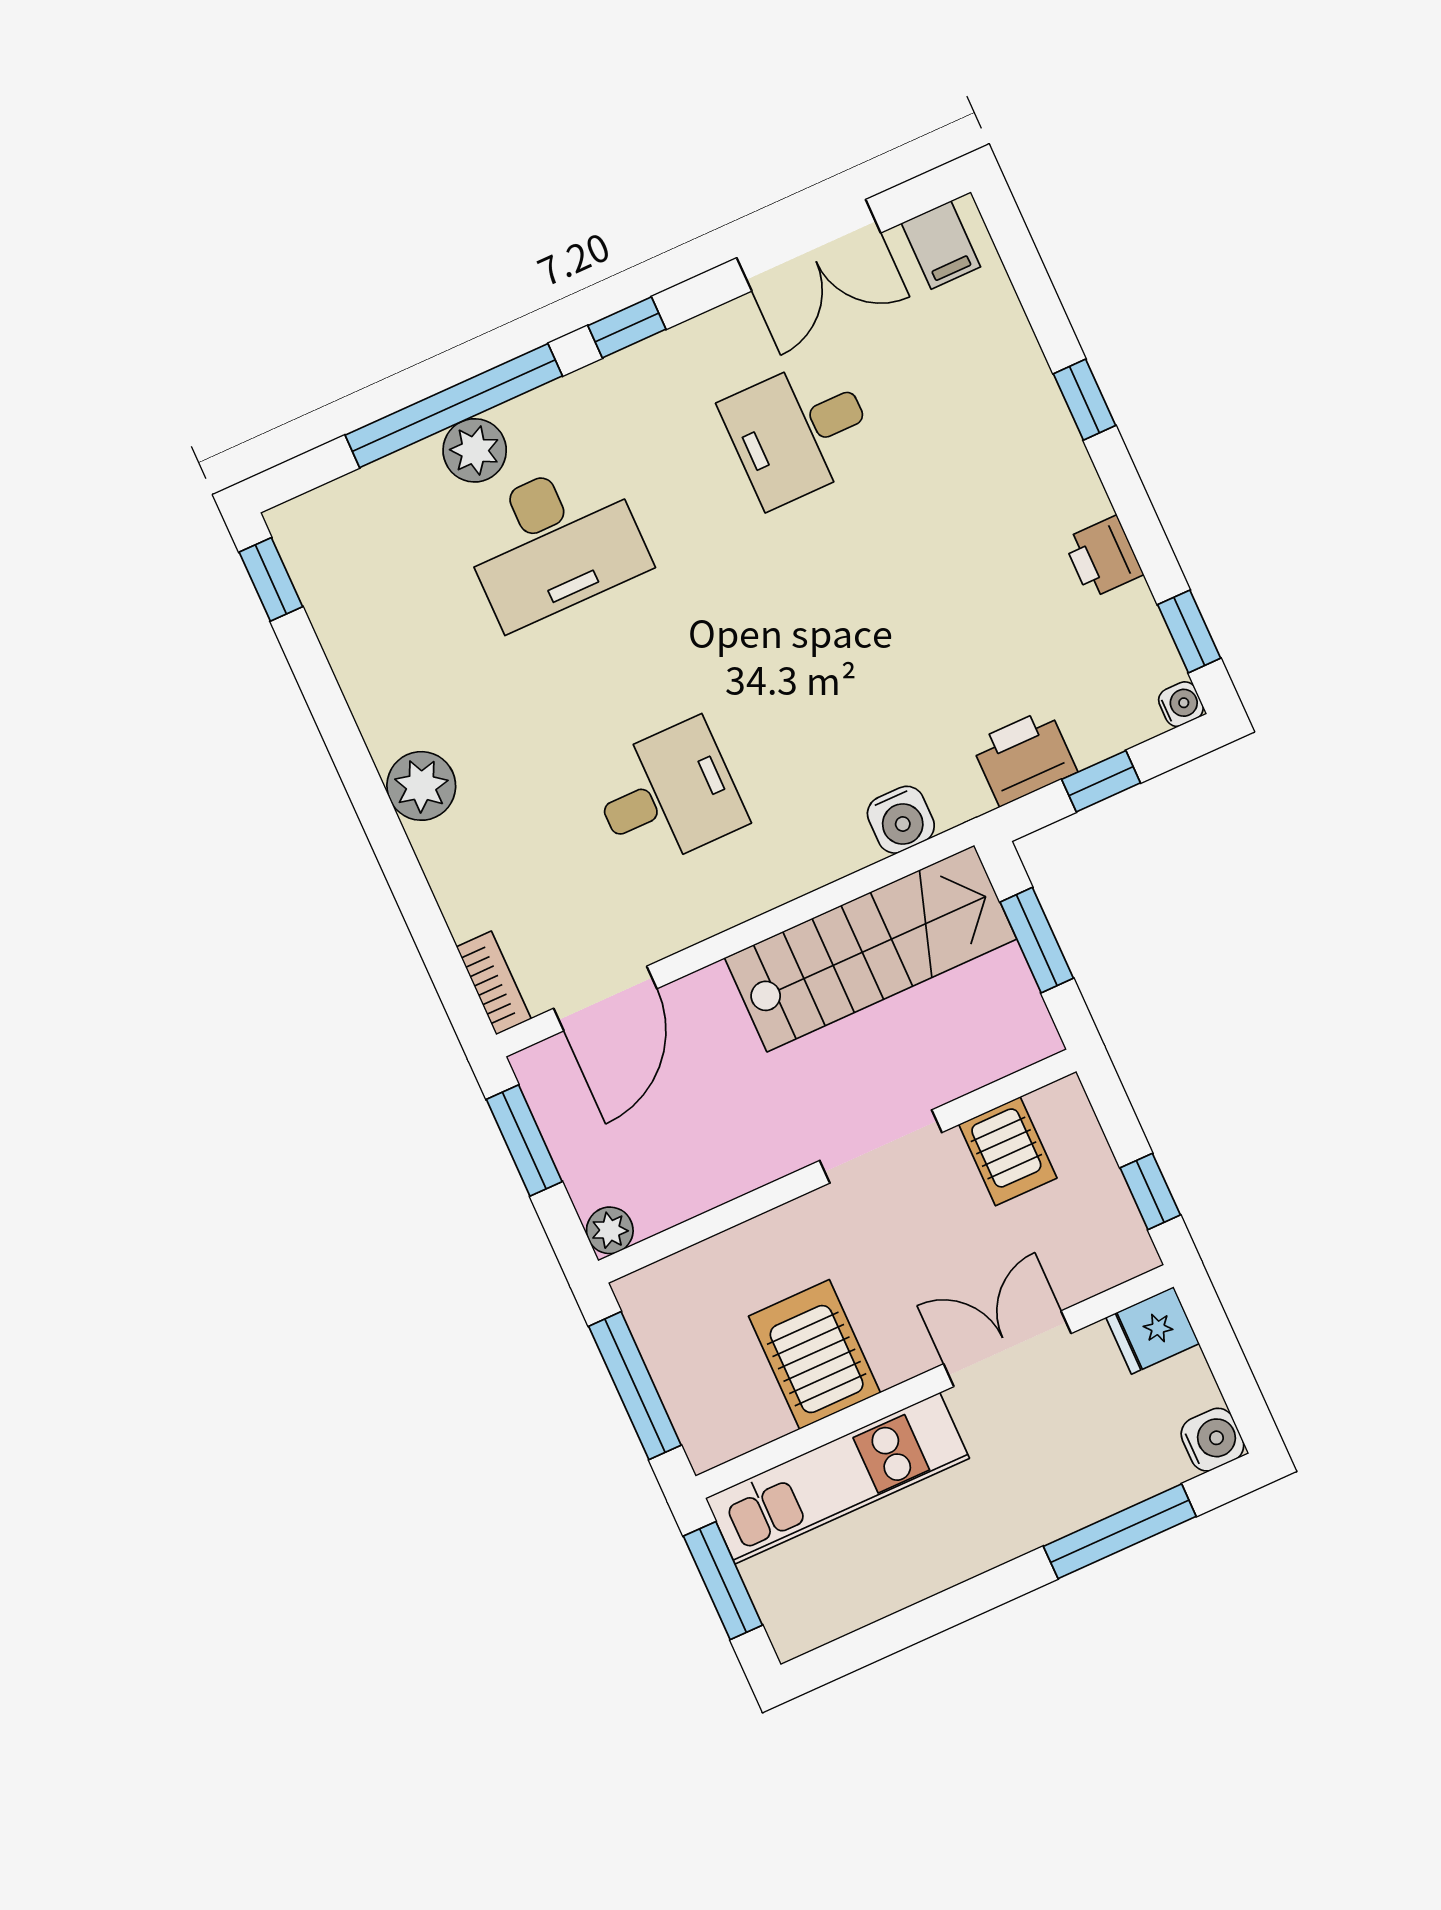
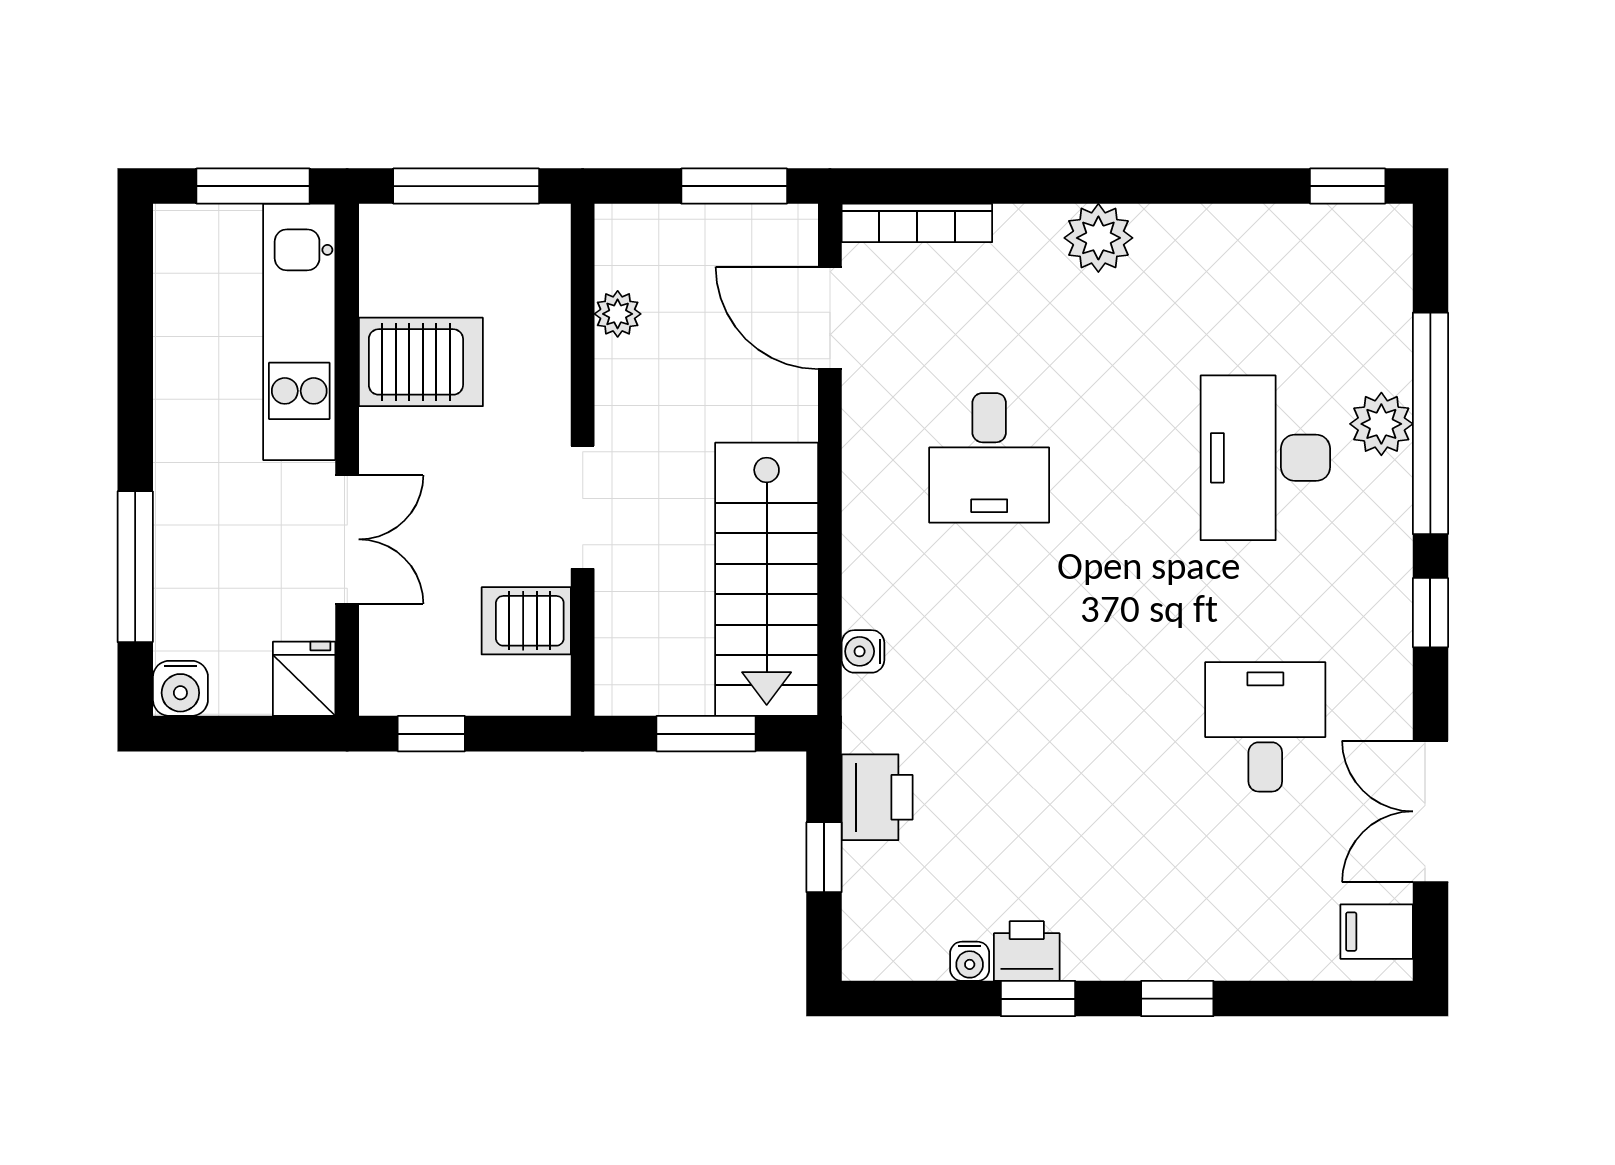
window: (1189, 631) -> (1038, 999), moved
water cooler: (1181, 704) -> (970, 961), moved
water cooler: (901, 820) -> (863, 651), width x0.72, depth x0.72
bookcase: (494, 983) -> (917, 223), width x1.56
plant: (610, 1230) -> (618, 314), moved

